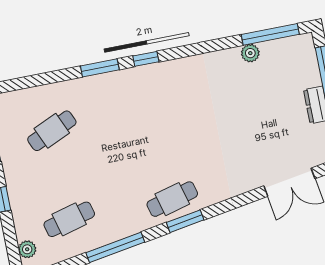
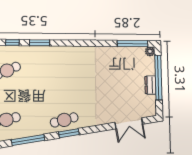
plant: (250, 53) -> (150, 51), moved
window: (146, 59) -> (12, 43), moved

